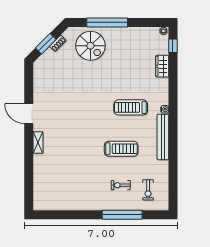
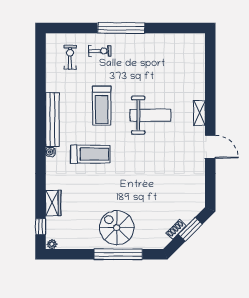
spiral stairs: (90, 46) -> (117, 228), moved
weight bench: (80, 141) -> (150, 115), added
treadmill: (121, 149) -> (102, 106), turned -90
exercise bike: (121, 185) -> (100, 51), moved
window: (122, 215) -> (121, 28), moved

